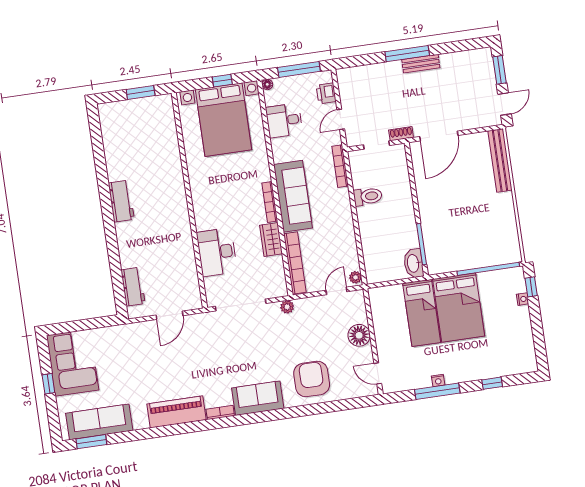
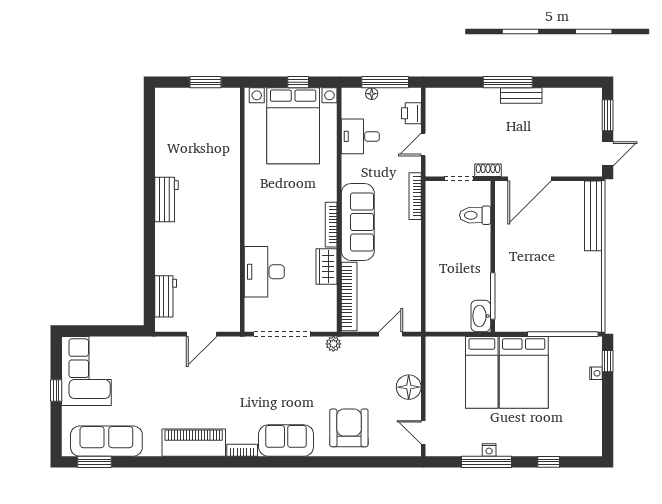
floor lamp: (267, 84) -> (372, 94), moved
toilet: (368, 196) -> (475, 215), moved, turned 180
plant: (355, 277) -> (414, 322), removed

